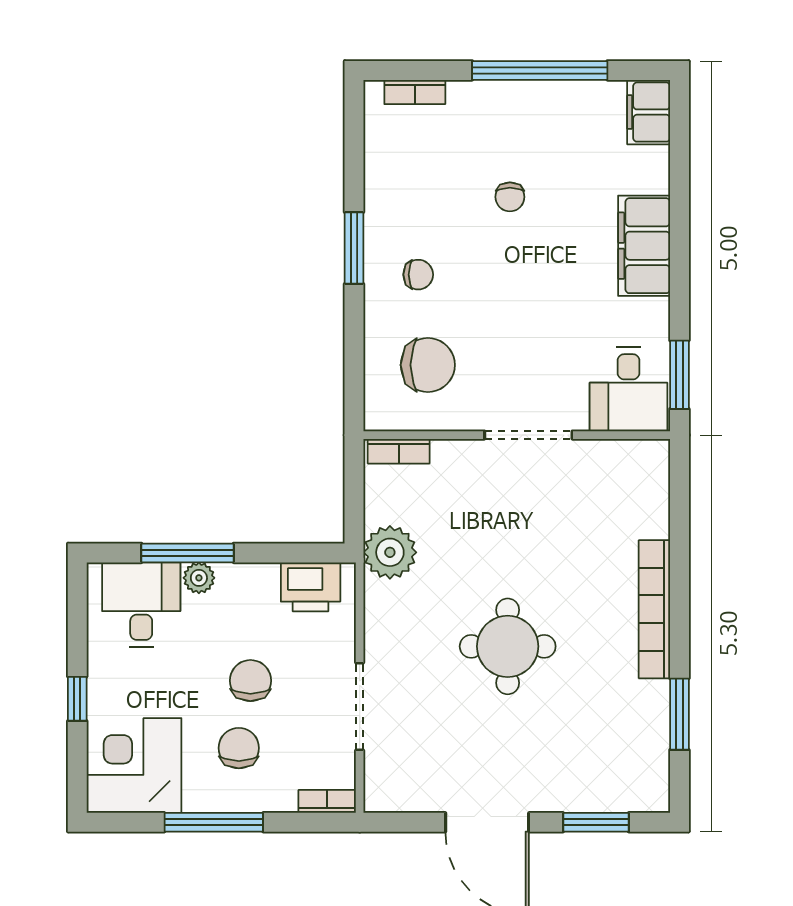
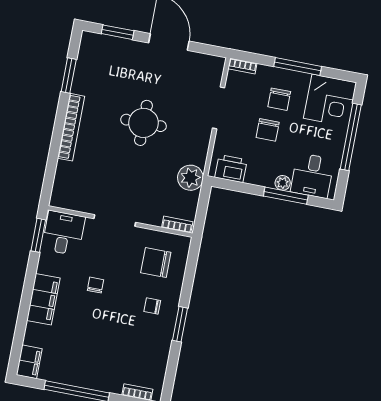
chair: (510, 197) -> (95, 285), moved
window: (77, 699) -> (351, 137), width x3.17

